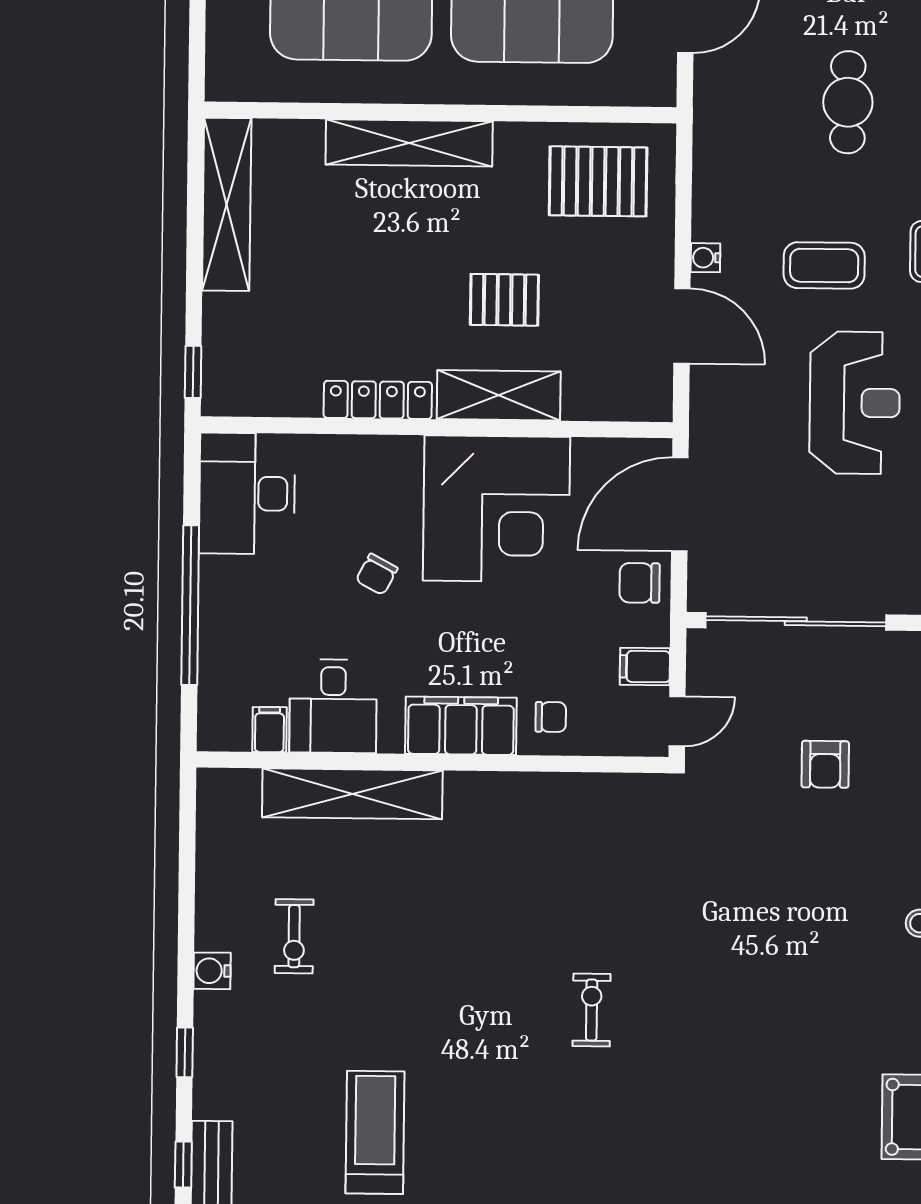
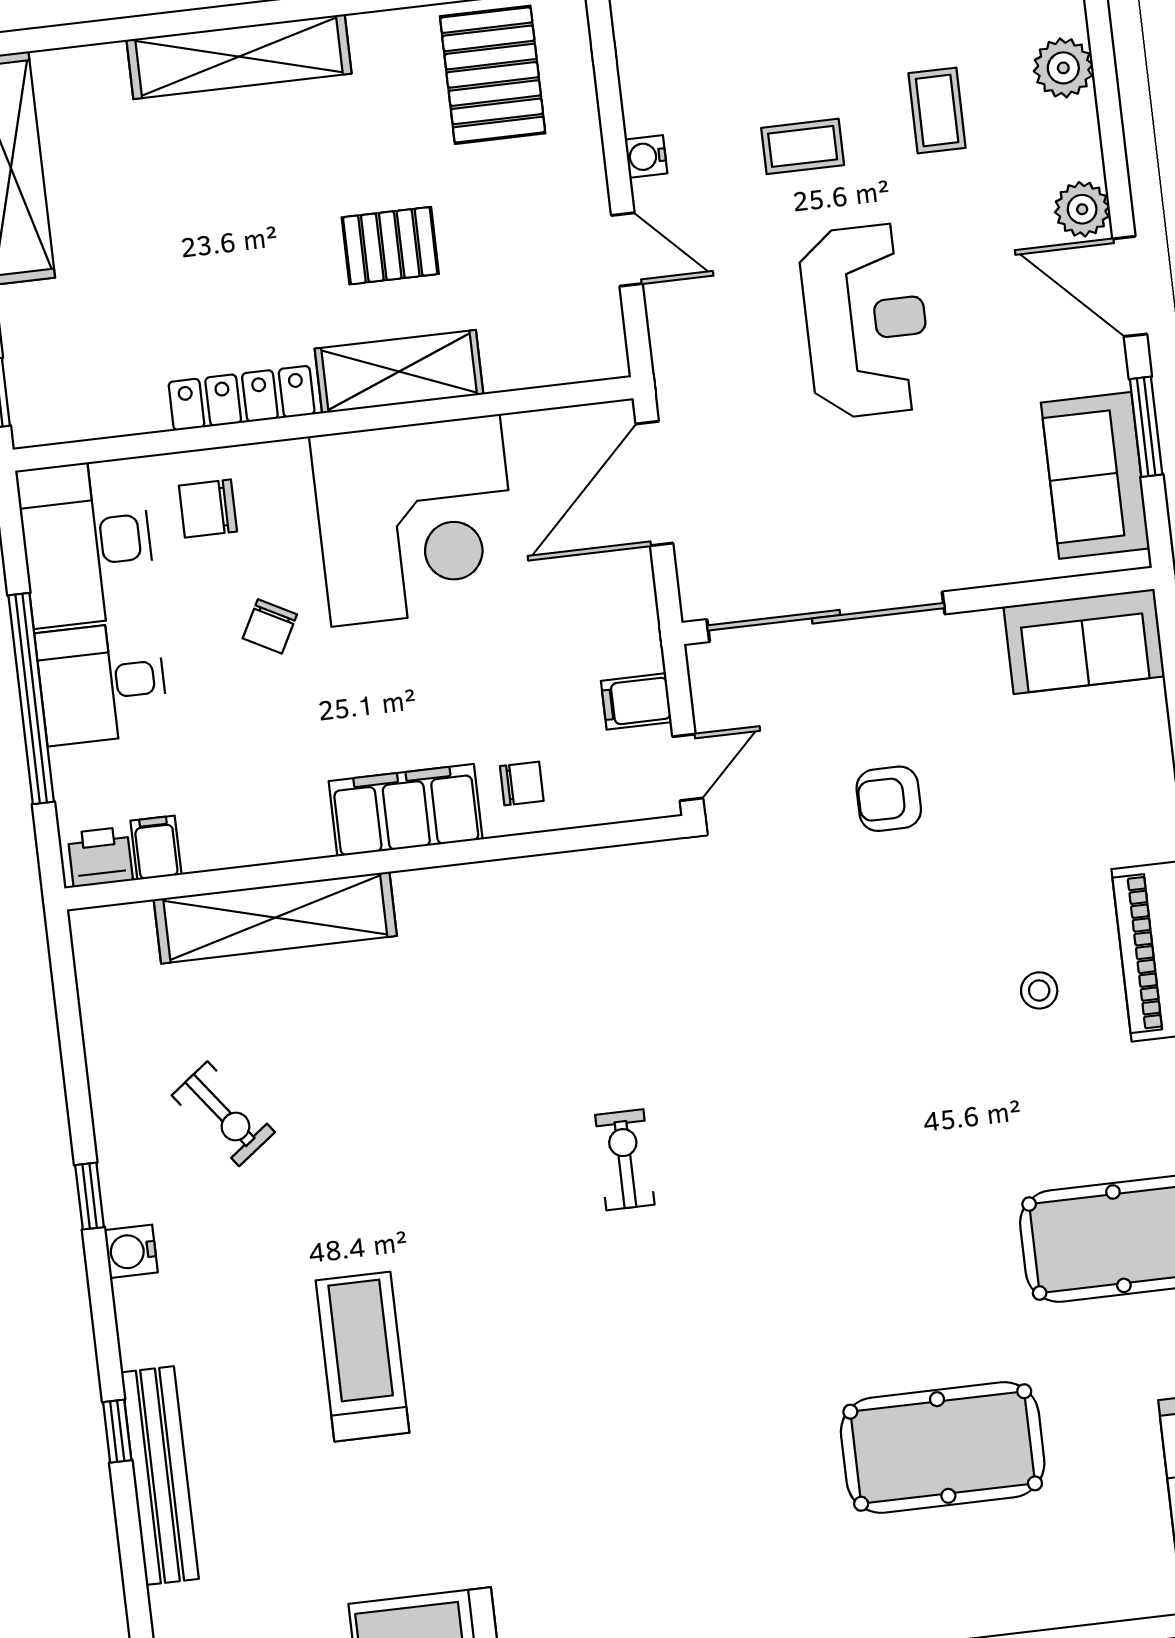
pallet: (598, 181) -> (493, 75), turned 90
coffee table: (824, 265) -> (803, 146), width x0.73, depth x0.77
door: (682, 326) -> (627, 250), width x0.73
chair: (640, 583) -> (208, 509), moved
desk: (333, 706) -> (102, 683), moved, turned 90
printer: (227, 731) -> (100, 857), added
armchair: (825, 764) -> (889, 799), turned 90
exercise bike: (294, 936) -> (223, 1114), turned -37
water cooler: (212, 971) -> (131, 1251), moved
window: (185, 1052) -> (90, 1196), moved

